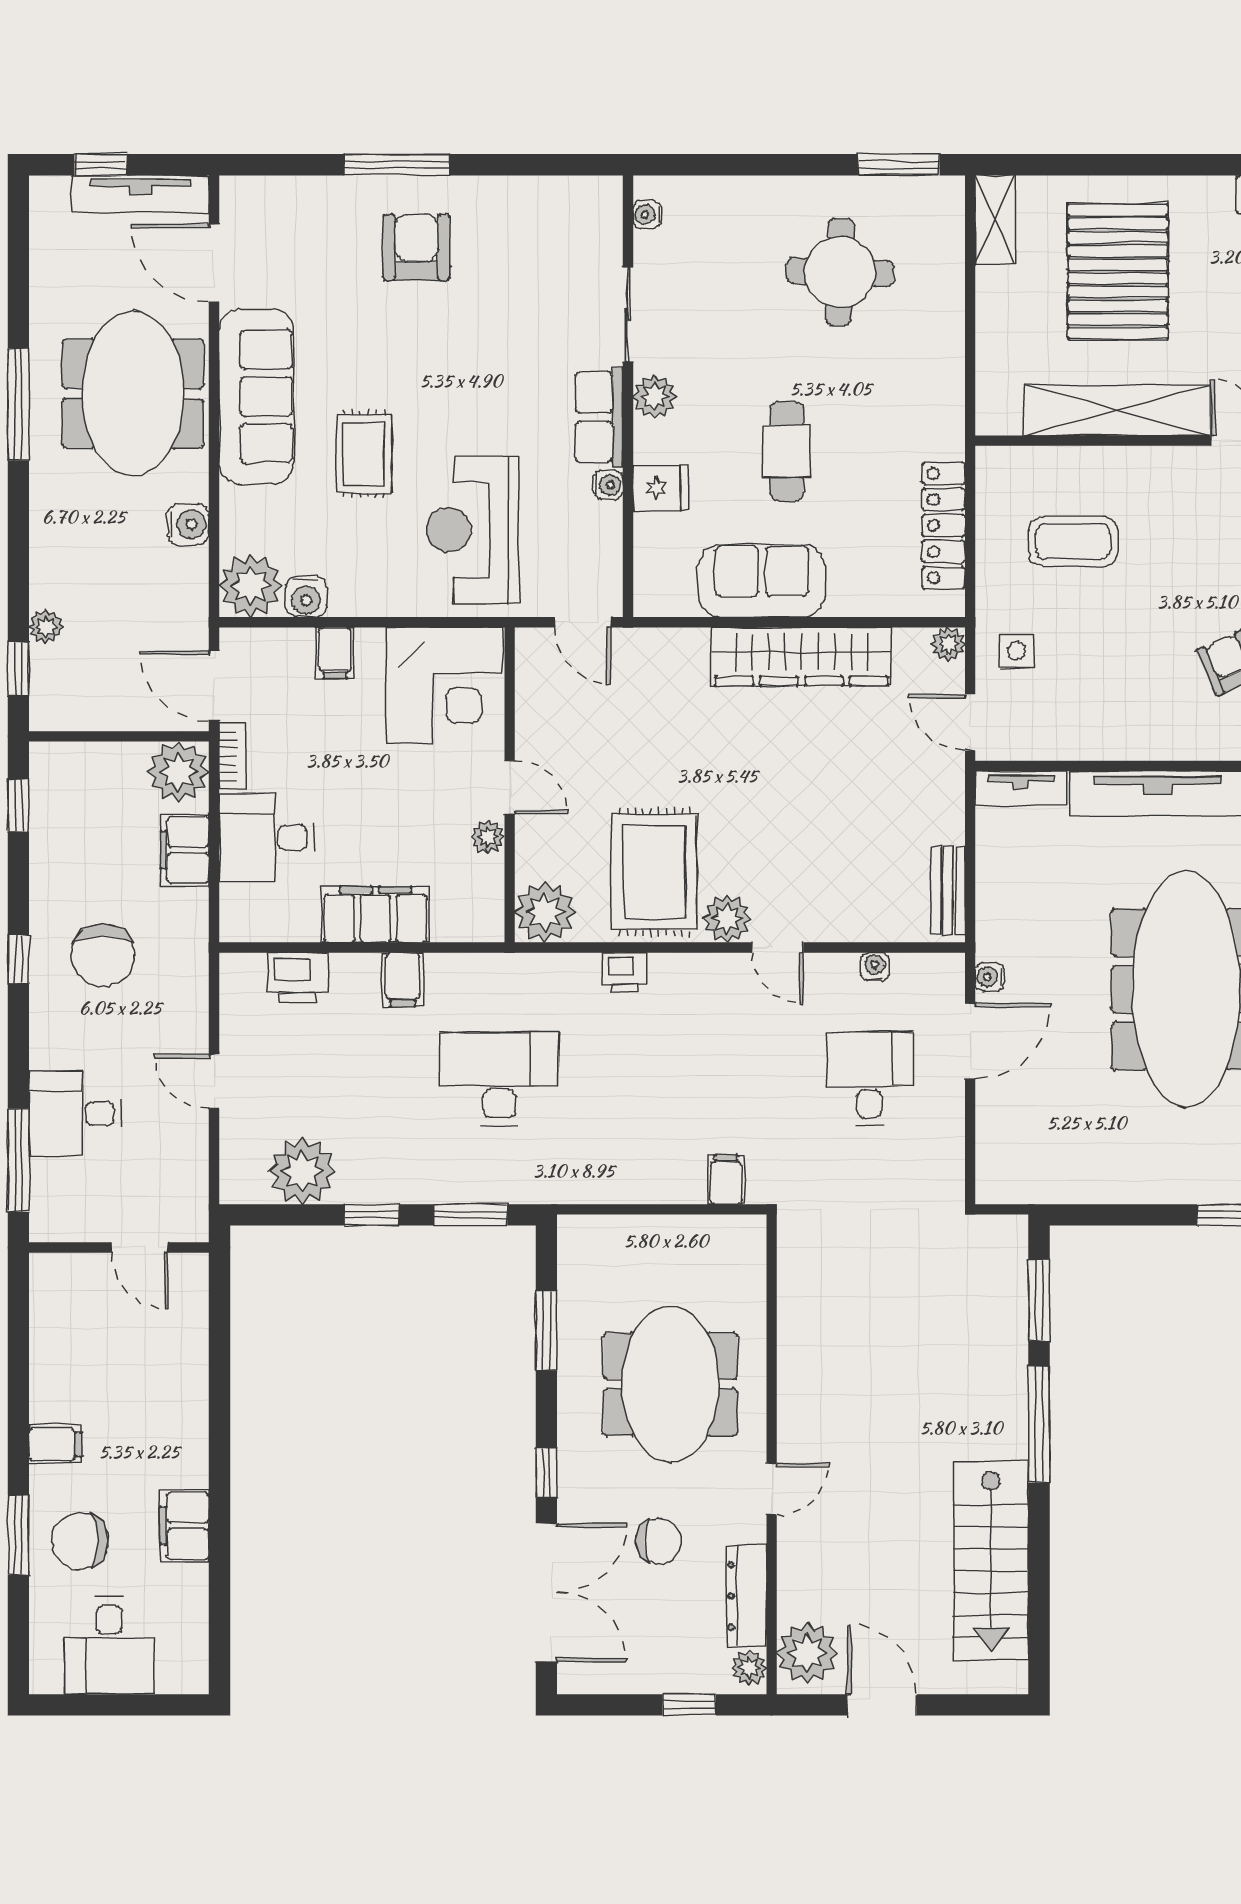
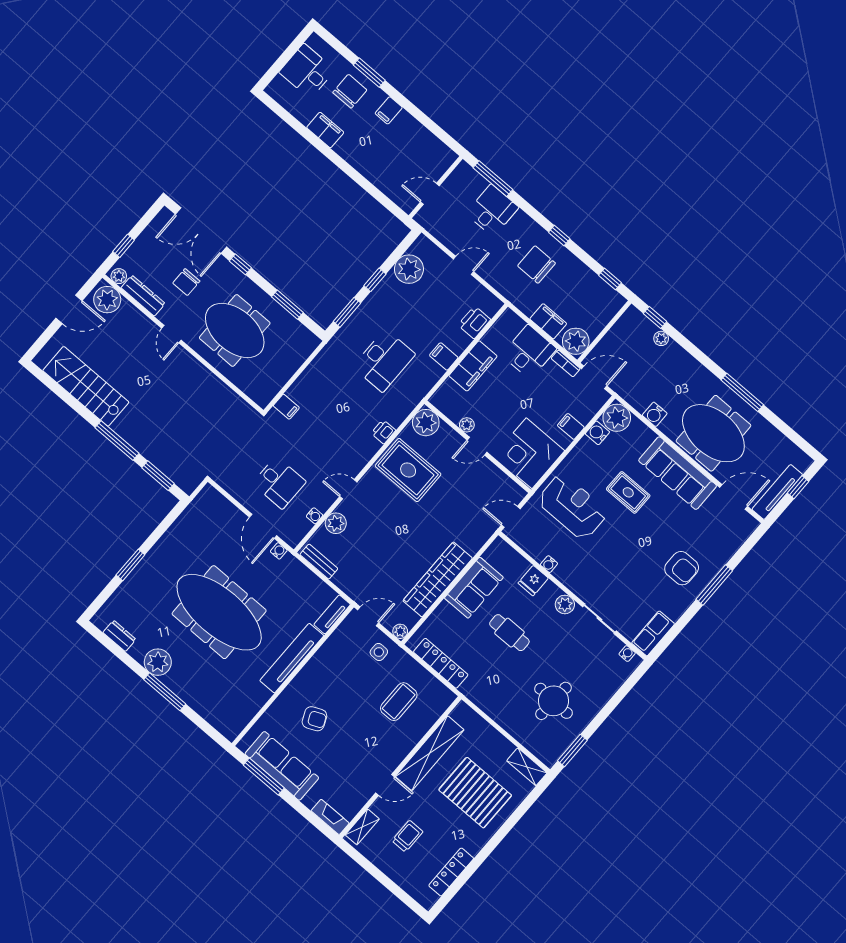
row of seats: (599, 417) -> (653, 633), moved, turned -90
plant: (727, 919) -> (336, 523), moved

